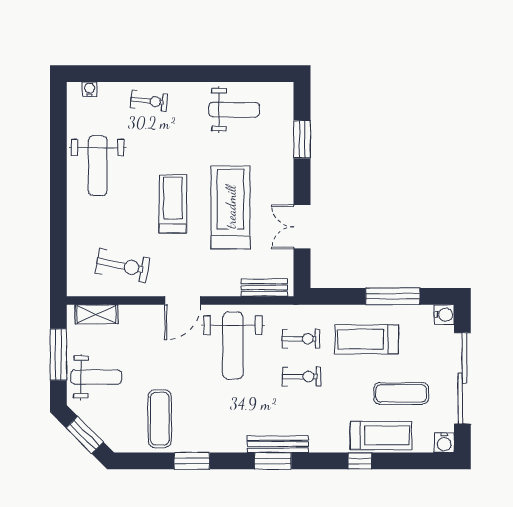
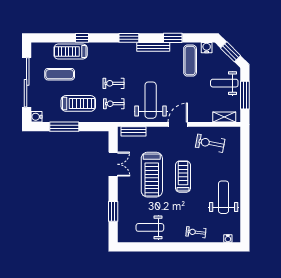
treadmill: (173, 204) -> (183, 177), turned 180
water cooler: (444, 443) -> (207, 48), moved
bench: (278, 444) -> (153, 47), moved

